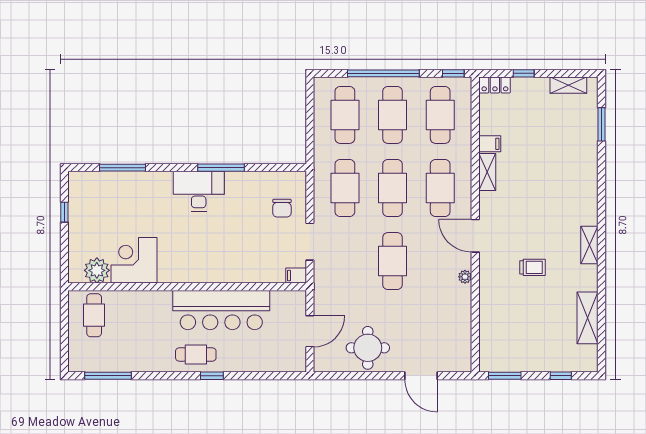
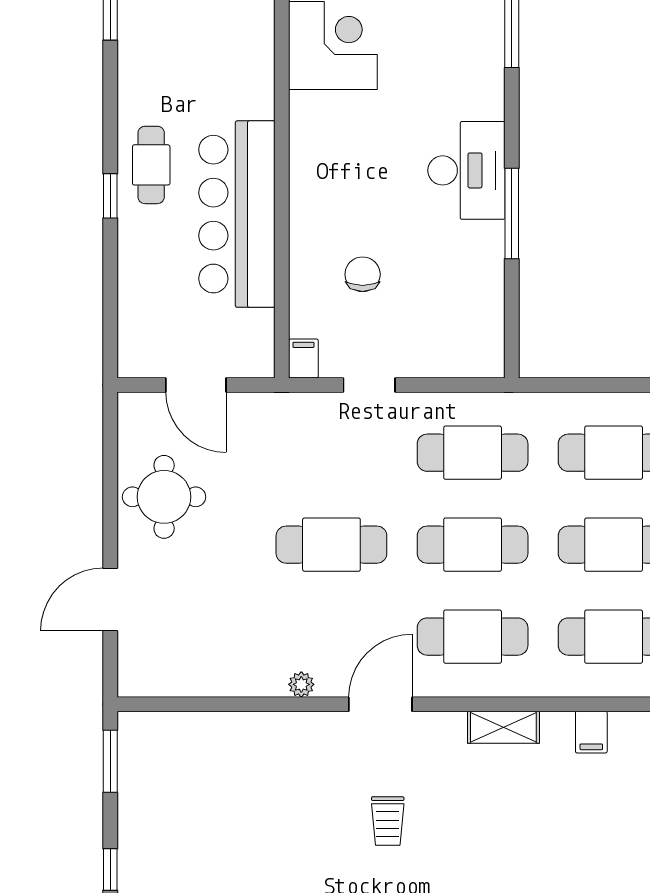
filing cabinet: (490, 144) -> (591, 732), moved
chair: (282, 208) -> (363, 274), moved, turned 90
doorway: (310, 242) -> (369, 385), width x0.73
trolley: (532, 267) -> (388, 821), moved

